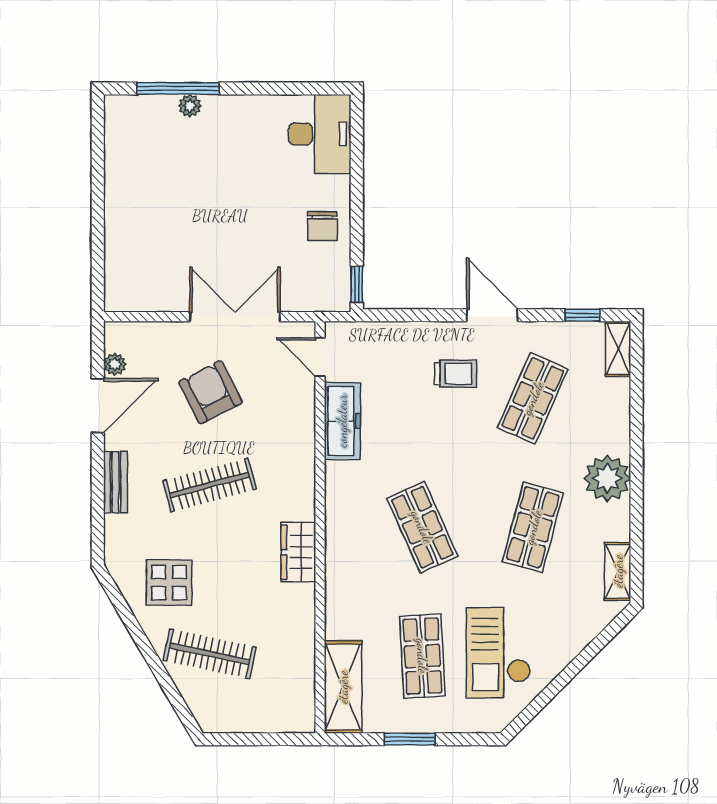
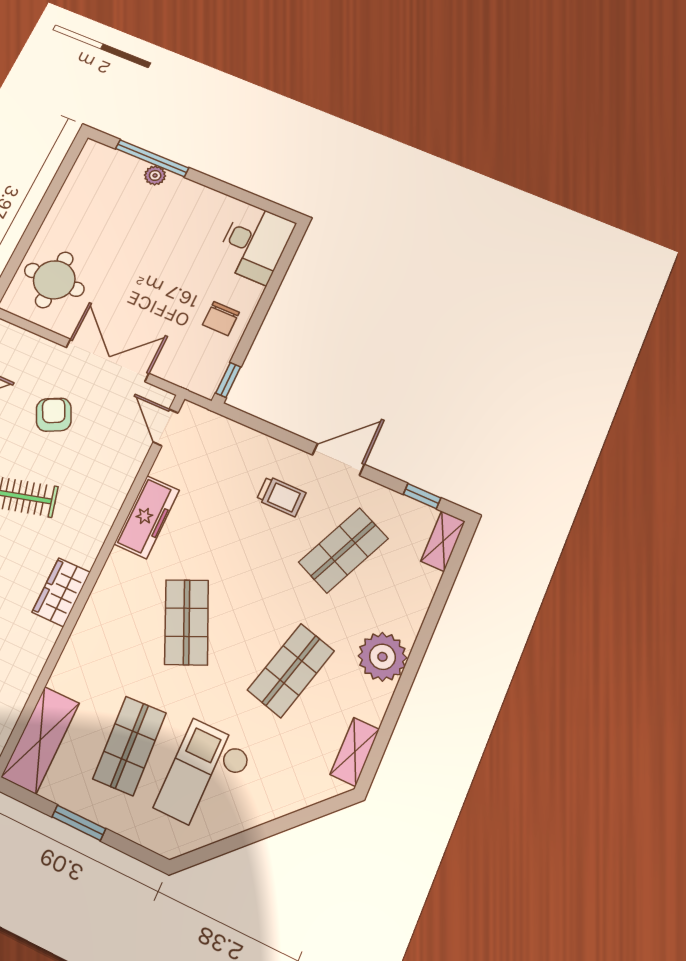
round table: (145, 259) -> (54, 280), added
door: (492, 315) -> (338, 460), hinge flipped
armchair: (211, 392) -> (54, 415), width x0.72, depth x0.72
freezer: (342, 421) -> (147, 517), moved

